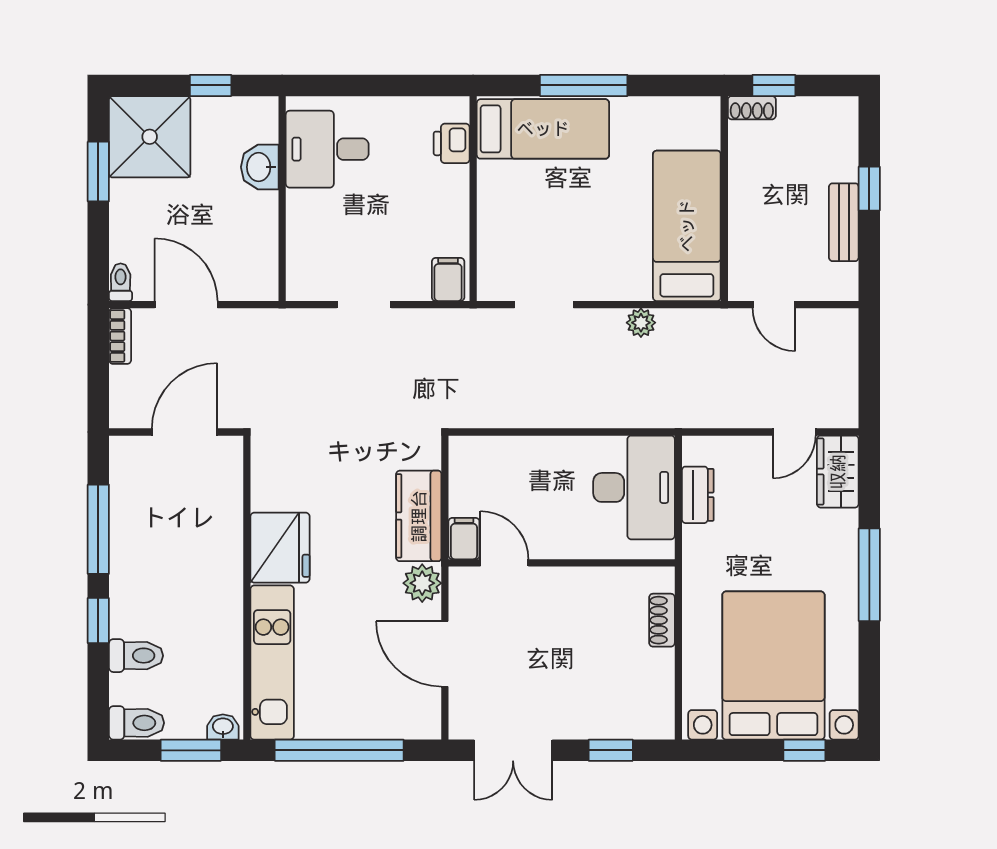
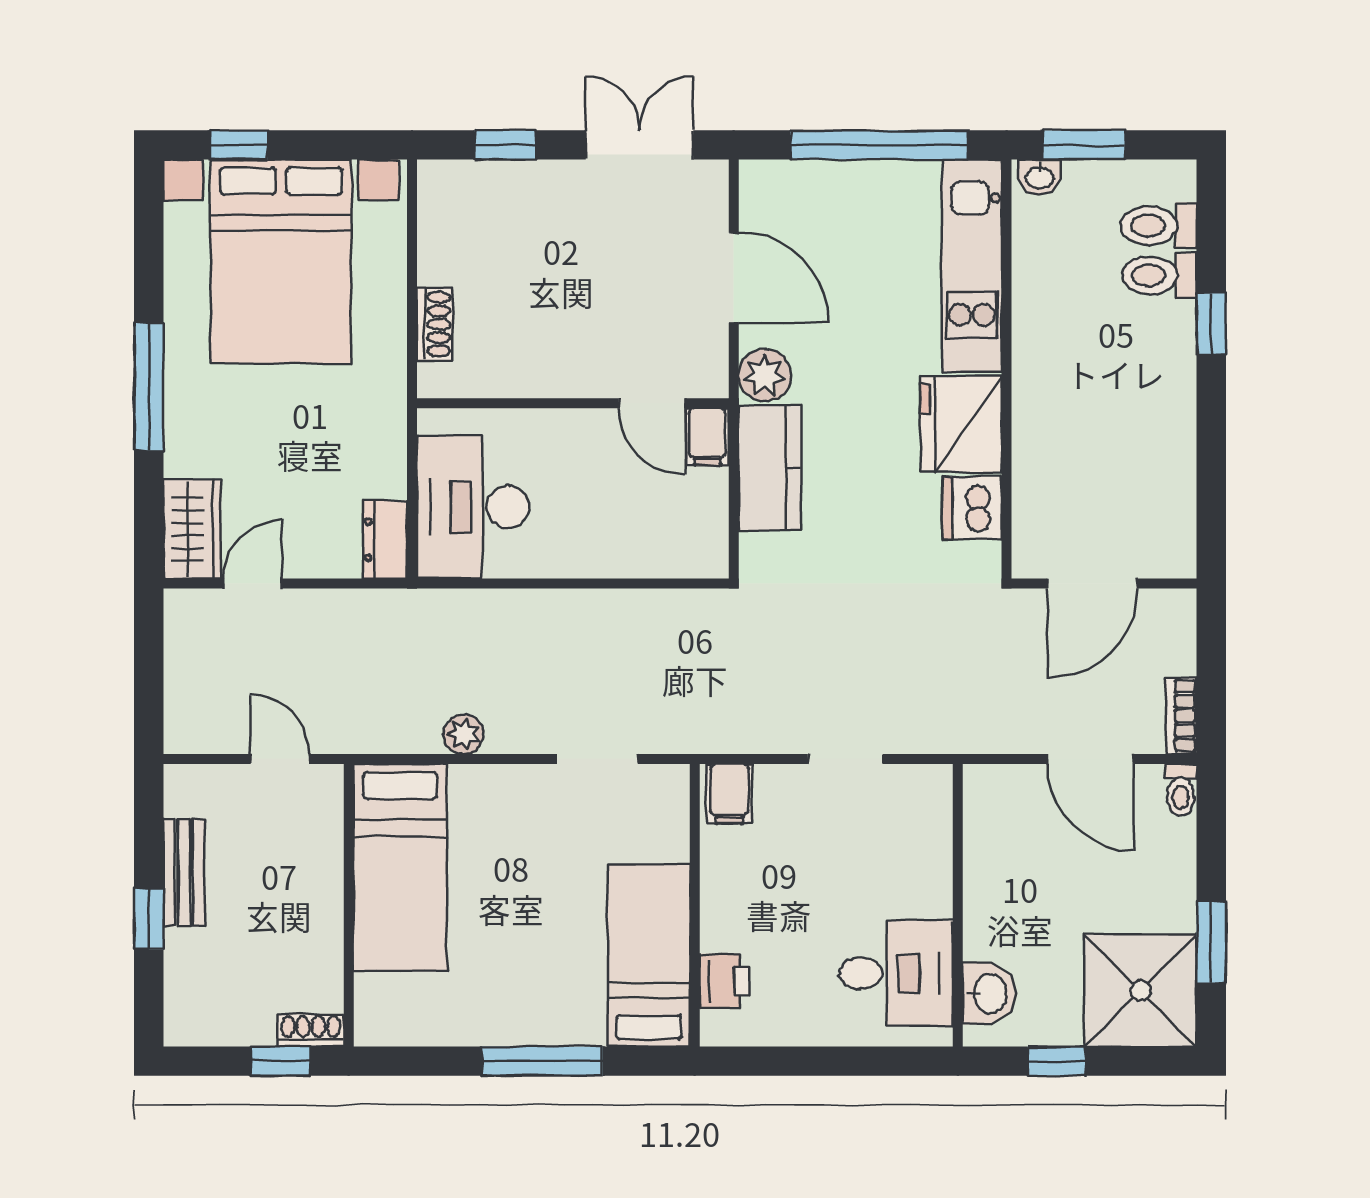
bed: (543, 129) -> (649, 955), moved, turned 90
washbasin: (260, 167) -> (989, 994), moved
dishwasher: (272, 487) -> (972, 508), added
dresser: (698, 495) -> (385, 540), moved
window: (98, 529) -> (1211, 449), removed
toilet: (137, 723) -> (1159, 226), moved

